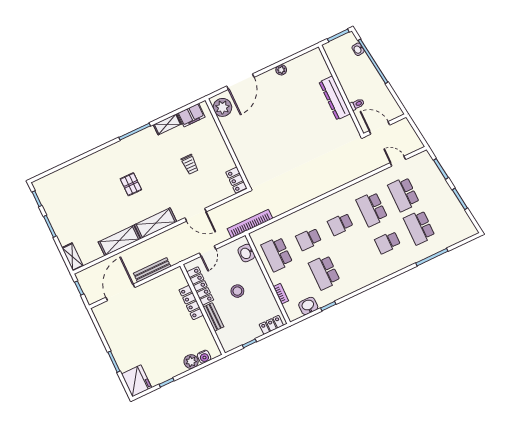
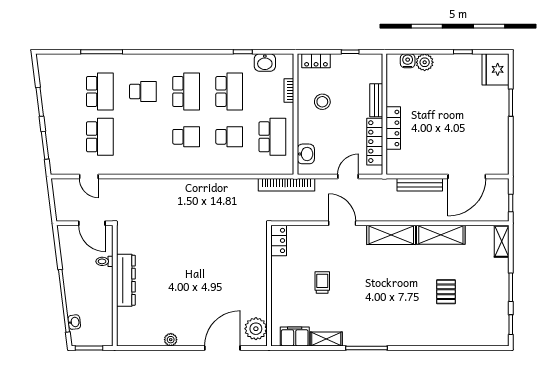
pallet: (131, 184) -> (446, 292), moved
school desk: (372, 209) -> (186, 92), moved
stool: (237, 291) -> (322, 102), moved

